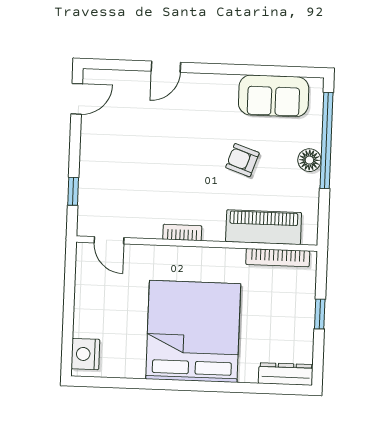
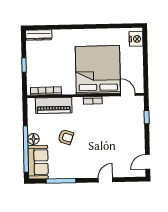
window: (258, 70) -> (61, 181), added
sofa: (274, 96) -> (38, 162), moved, turned 90
bed: (193, 331) -> (98, 70), moved, turned 180

